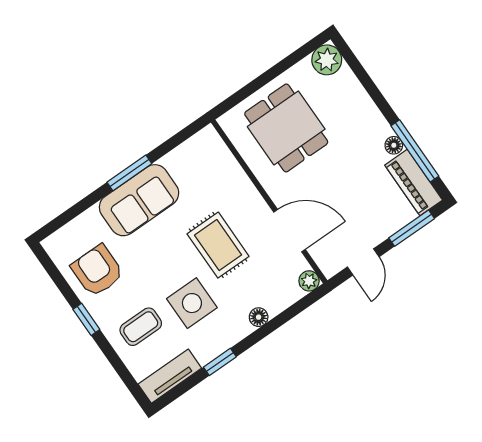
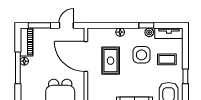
window: (415, 151) -> (18, 68), moved
door: (290, 231) -> (86, 56), width x1.36
rug: (218, 245) -> (111, 61), moved
plant: (309, 281) -> (149, 32), moved

